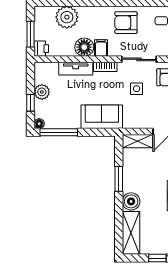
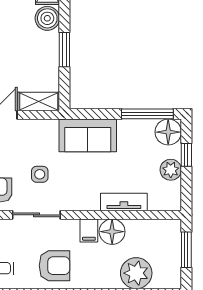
printer: (41, 49) -> (172, 230), removed
bookcase: (105, 67) -> (83, 204), removed
floor lamp: (39, 124) -> (168, 132), width x1.89, depth x1.89

